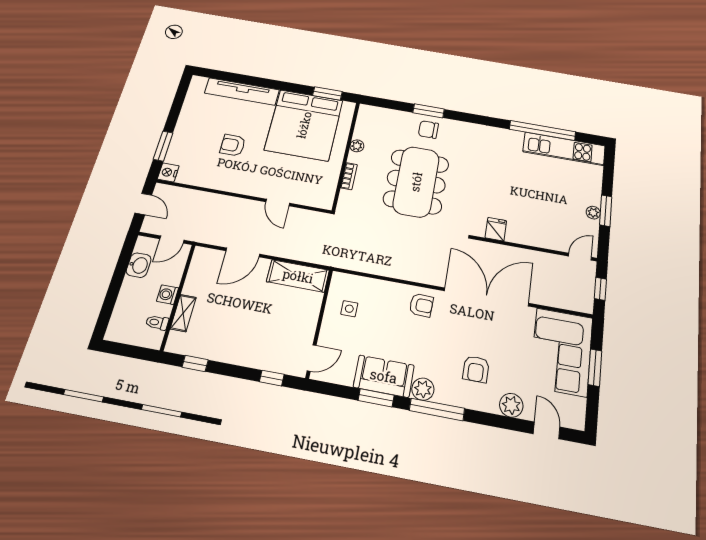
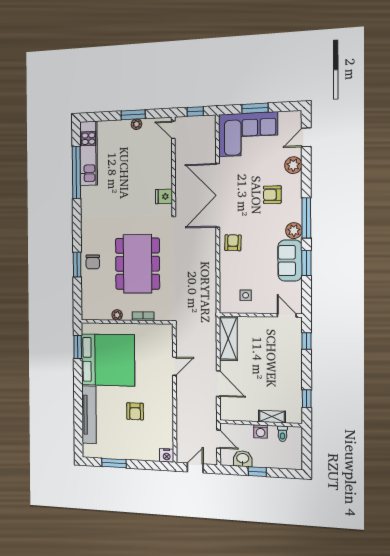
window: (163, 146) -> (114, 463), moved
dining table: (416, 182) -> (137, 264), turned 90
window: (117, 281) -> (257, 472), added
armchair: (476, 369) -> (272, 195), turned 180

